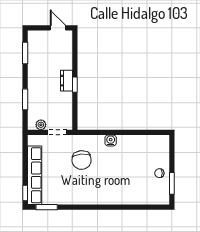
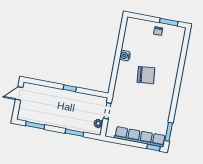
dresser: (66, 81) -> (65, 95), removed
water cooler: (111, 141) -> (125, 56), moved
chair: (82, 160) -> (146, 75), moved

